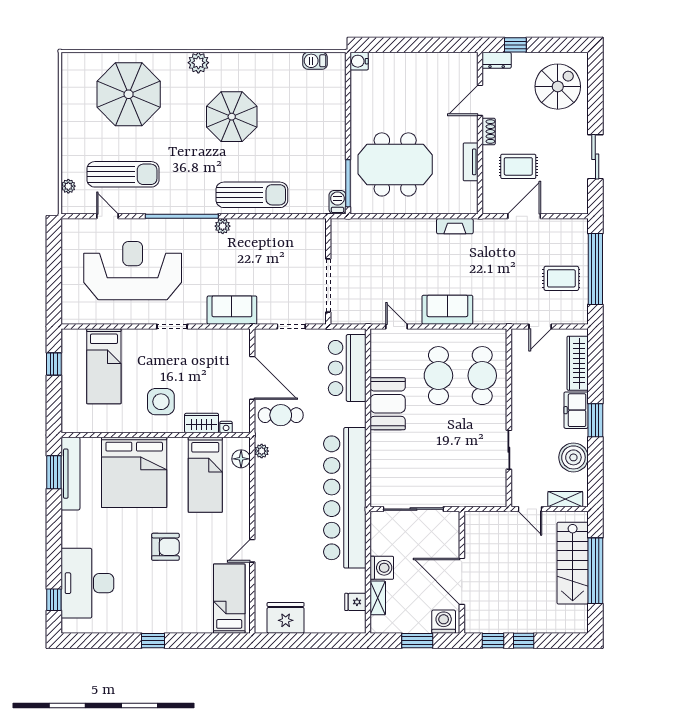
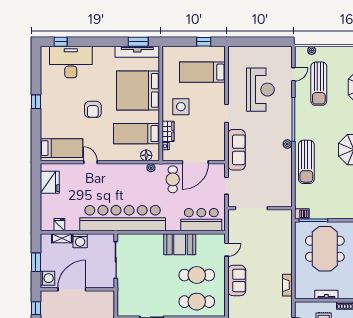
reception desk: (133, 271) -> (260, 90), width x0.74, depth x0.77
sofa: (232, 310) -> (236, 150), width x1.36

